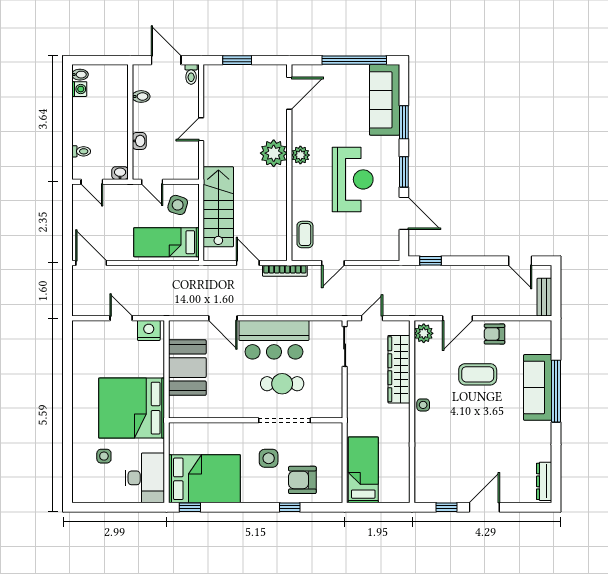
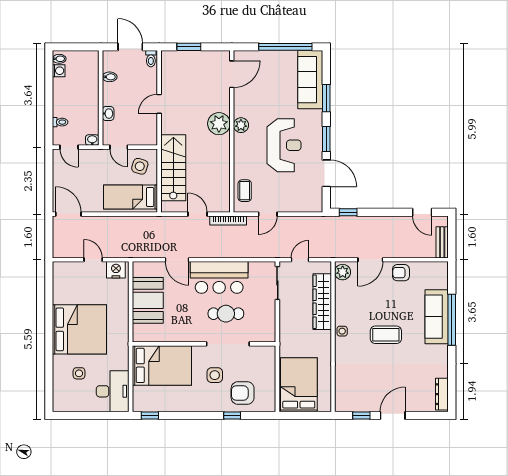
coffee table: (478, 374) -> (386, 335), moved
bed: (132, 408) -> (79, 329), moved, turned 180
bed: (363, 470) -> (299, 385), width x1.50
bed: (204, 479) -> (162, 365), moved

